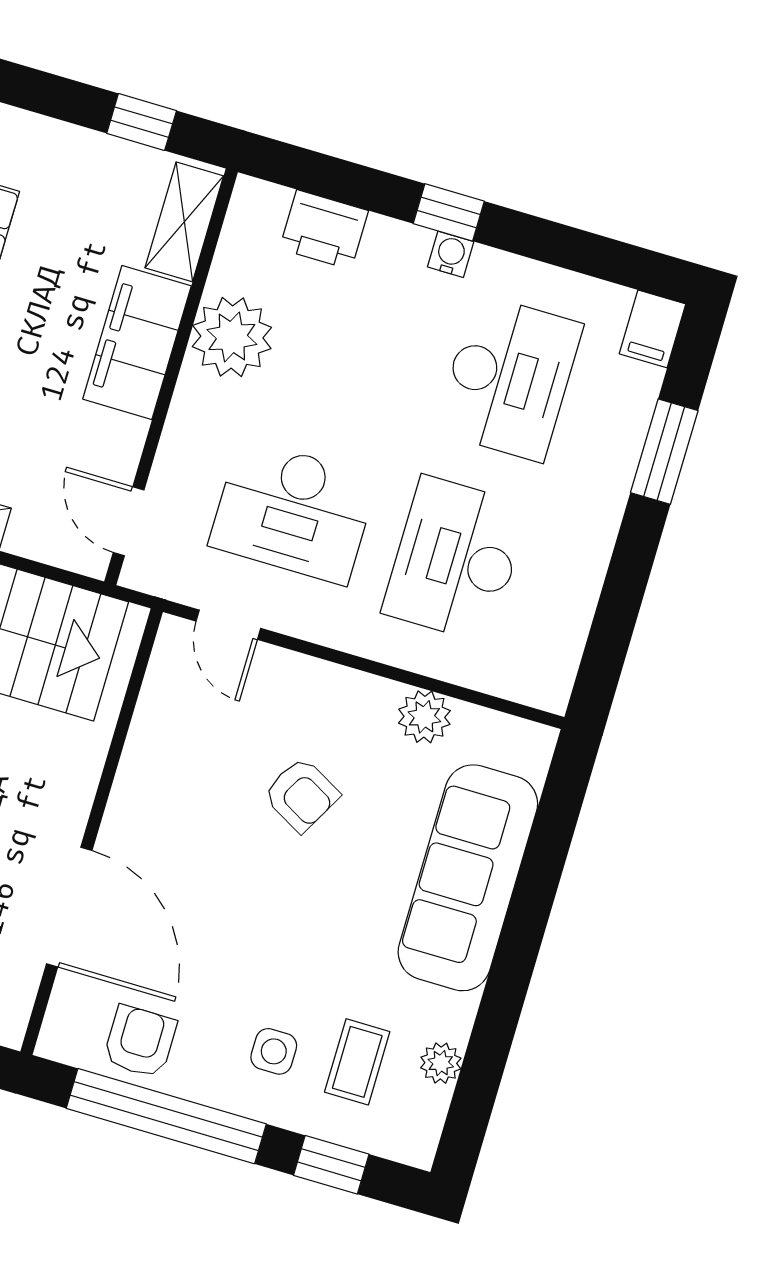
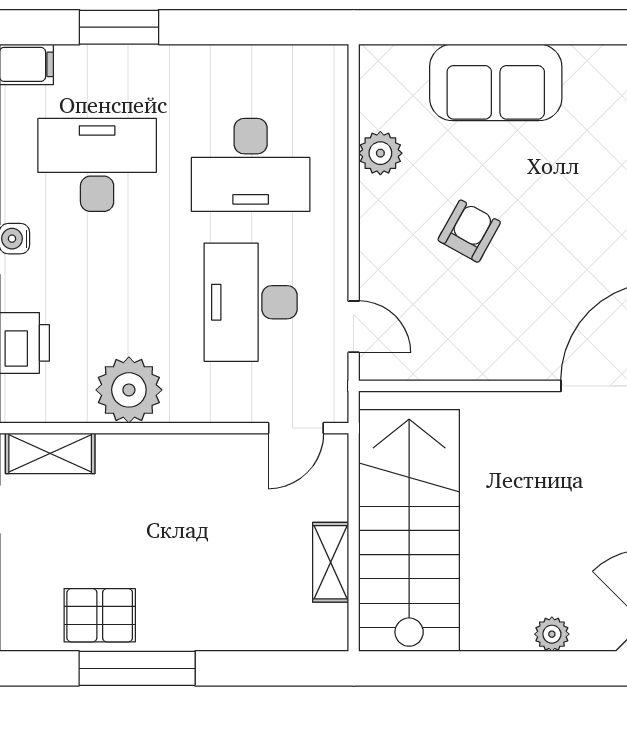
filing cabinet: (137, 343) -> (155, 463), removed
desk: (293, 512) -> (251, 302), turned 180
door: (228, 625) -> (354, 327), hinge flipped
sofa: (468, 878) -> (496, 82), width x0.73

